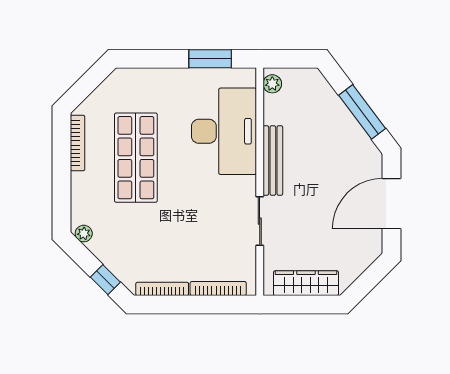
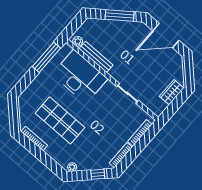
window: (210, 59) -> (47, 57), width x1.44
bench: (273, 160) -> (96, 57), moved
door: (391, 204) -> (166, 35), hinge flipped
wardrobe: (306, 283) -> (172, 92), width x0.67

